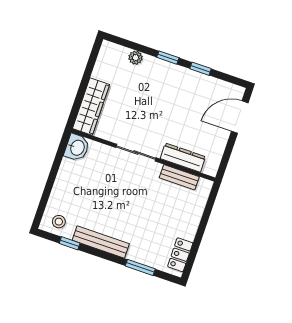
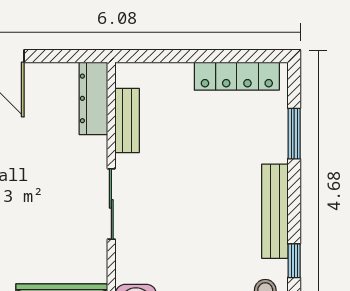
dresser: (183, 158) -> (93, 98), moved
locker: (180, 255) -> (237, 76), width x1.53

